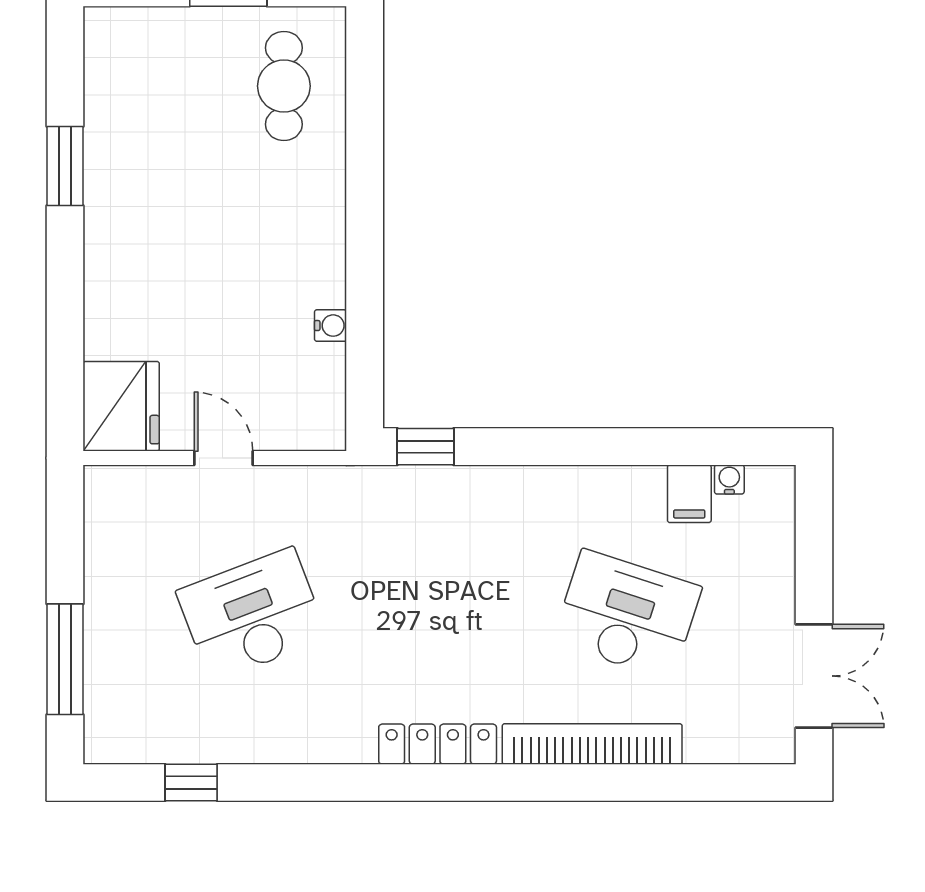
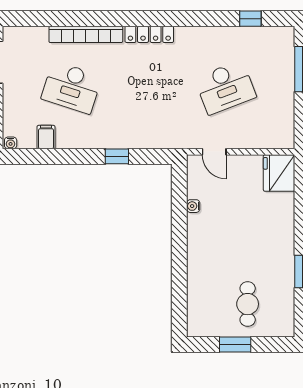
cafe table: (284, 86) -> (248, 304), moved
window: (426, 447) -> (117, 156), moved
door: (223, 458) -> (214, 152), moved
water cooler: (729, 479) -> (11, 143), moved

